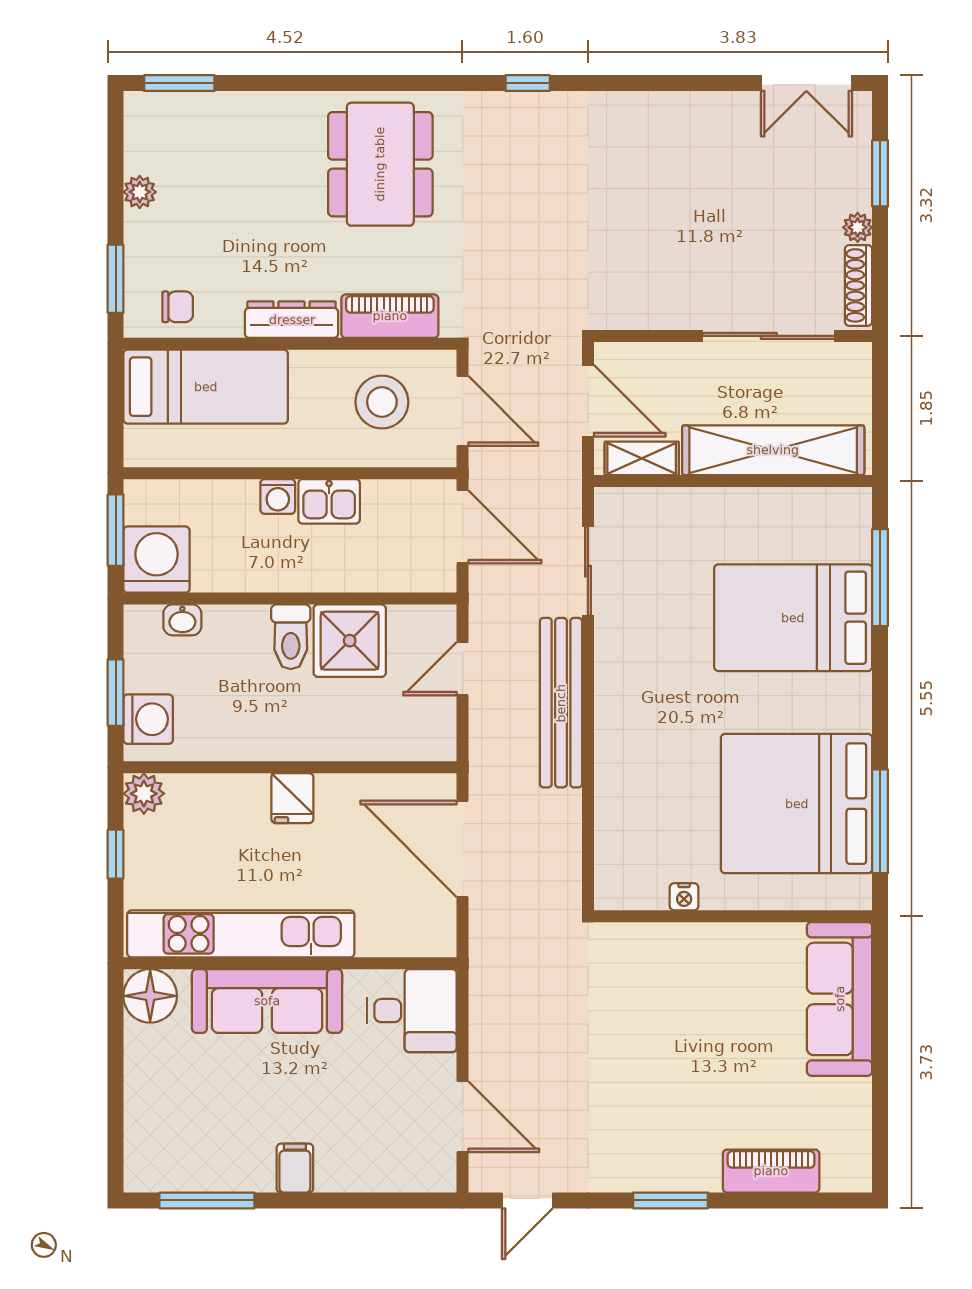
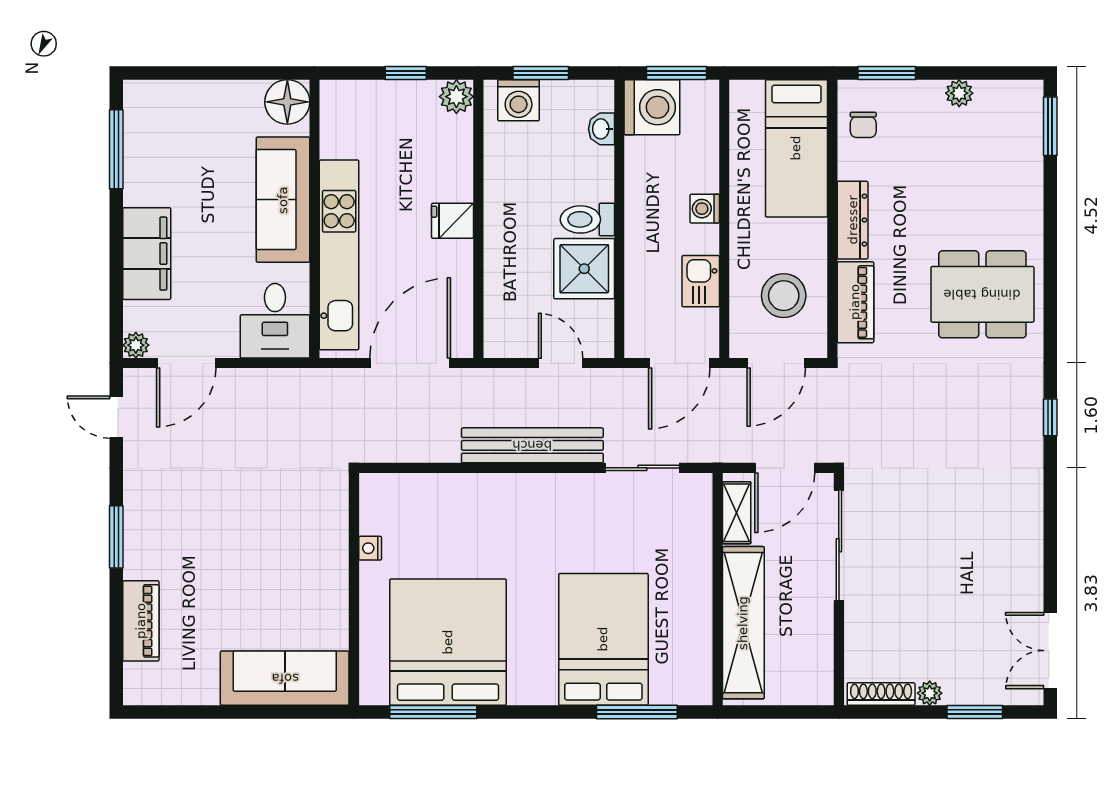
sliding door: (769, 336) -> (839, 545), moved
kitchen sink: (329, 501) -> (701, 281), moved
kitchen unit: (241, 934) -> (339, 255), moved
filing cabinet: (295, 1168) -> (147, 254), width x3.00, depth x1.17
plant: (441, 1177) -> (136, 345), added

